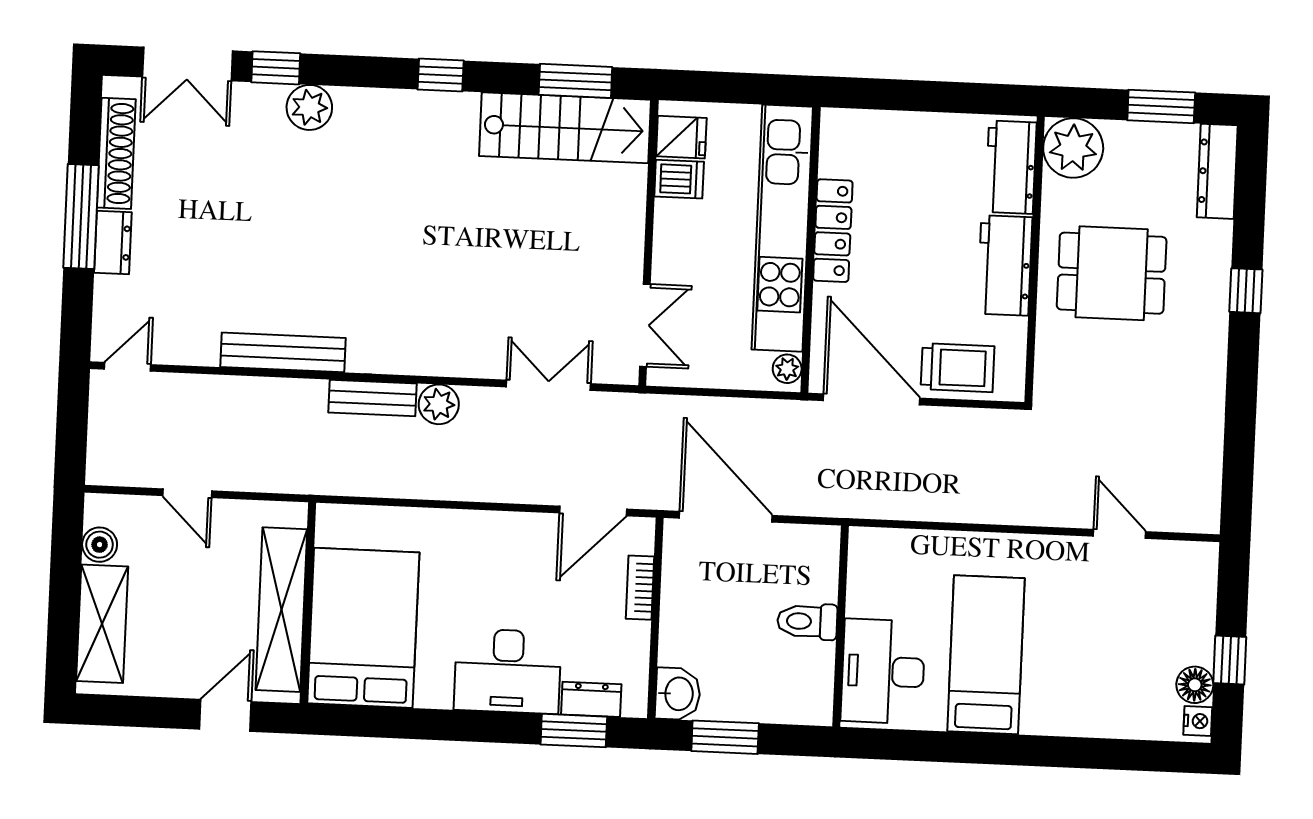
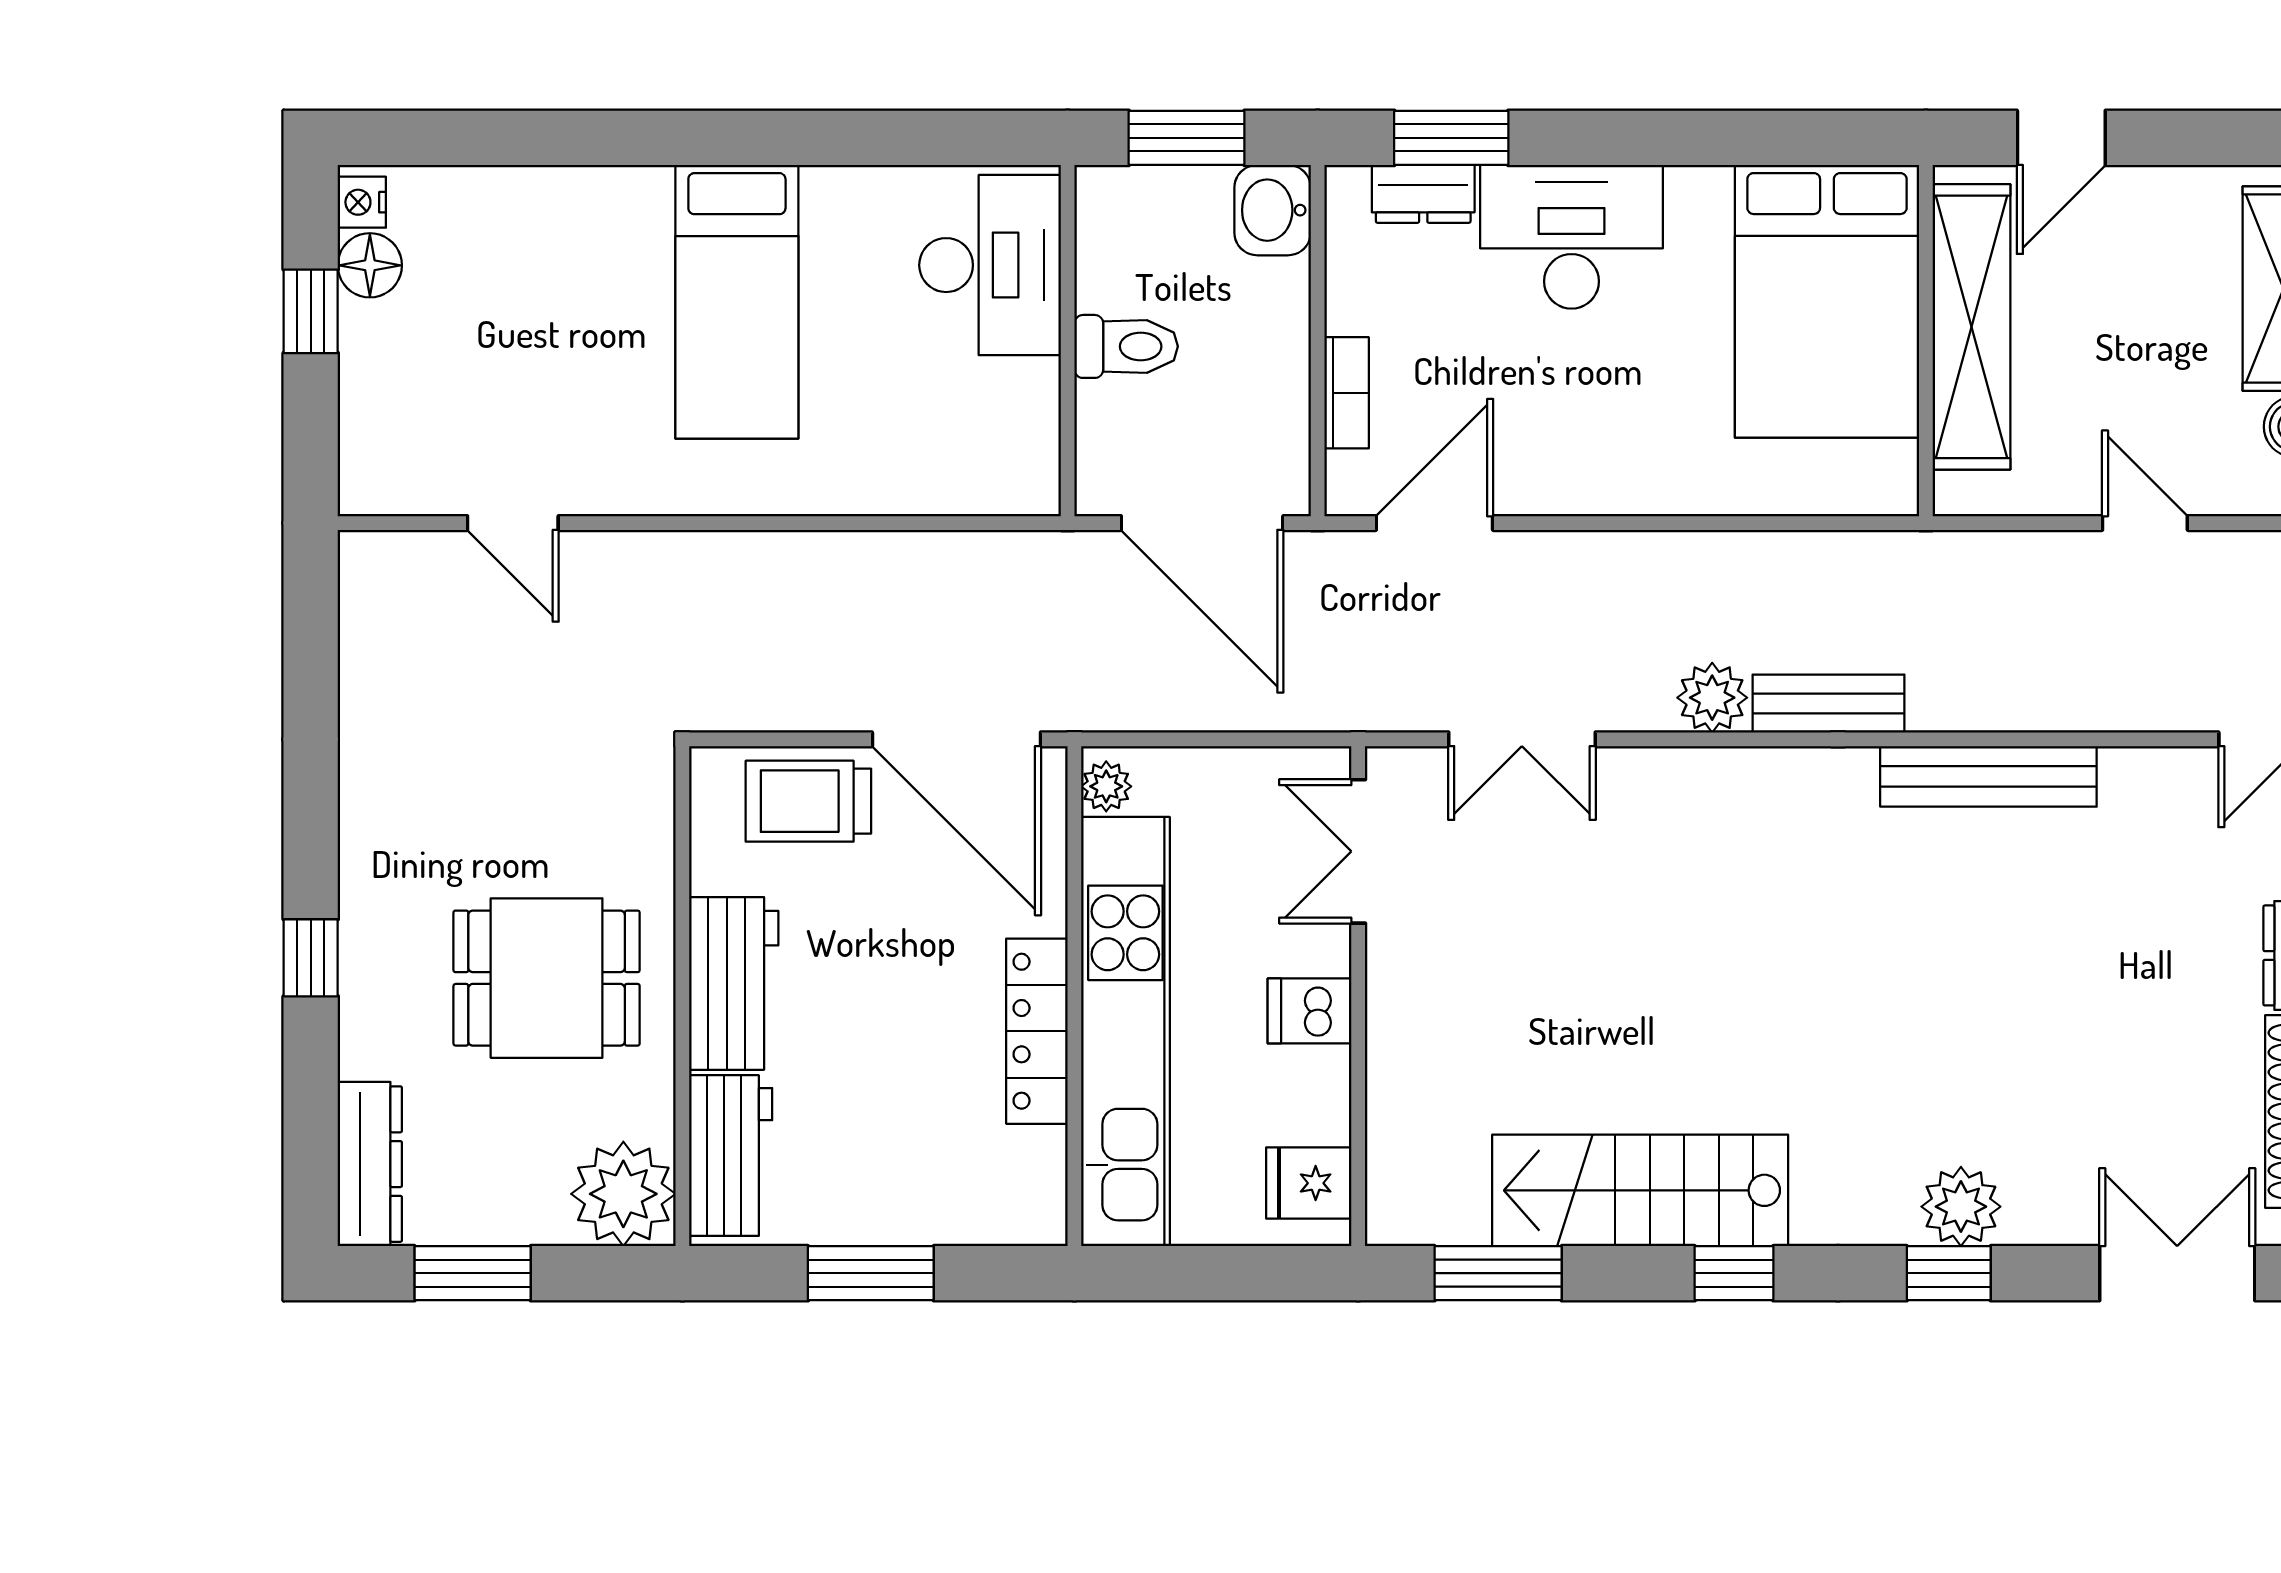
window: (276, 68) -> (1949, 1273), moved
window: (934, 97) -> (871, 1273), added
stairs: (565, 128) -> (1640, 1190), moved
dishwasher: (679, 179) -> (1310, 1011), moved
toilet: (807, 621) -> (1126, 346), moved
wall: (841, 626) -> (1068, 341), moved
desk: (883, 671) -> (990, 265), moved

